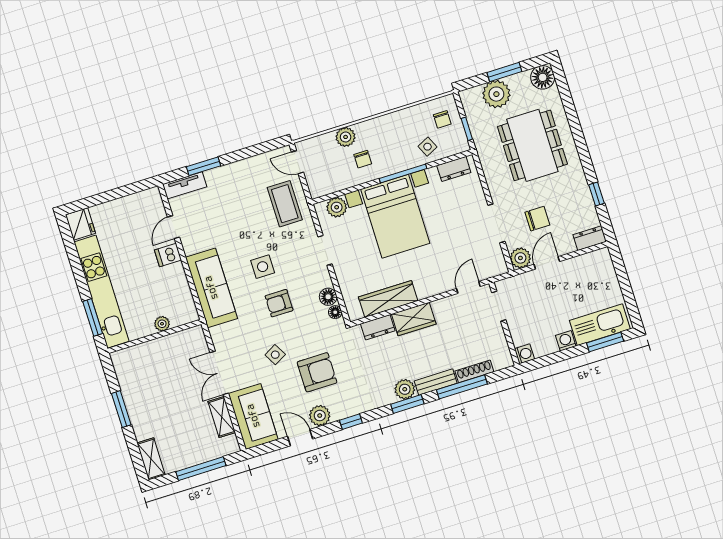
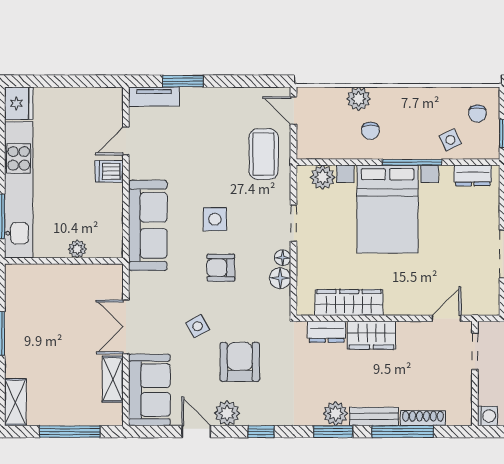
floor lamp: (335, 312) -> (283, 258), moved
armchair: (317, 372) -> (240, 362), turned -90

